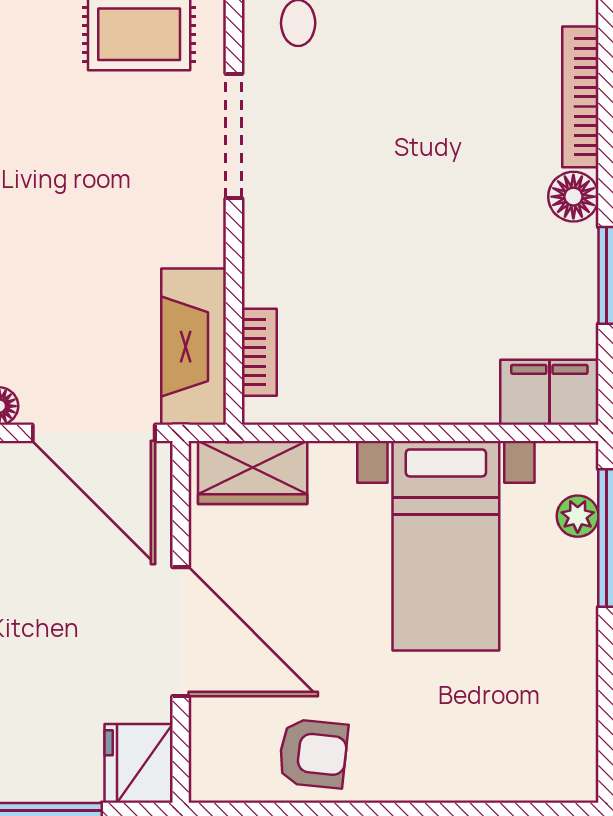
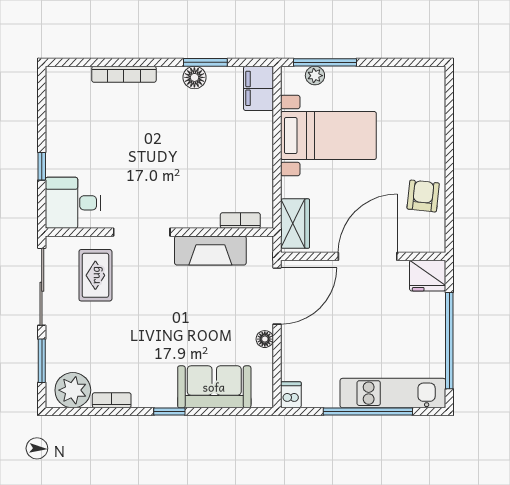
floor lamp: (573, 197) -> (194, 77), moved
fireplace: (194, 347) -> (210, 250), moved

